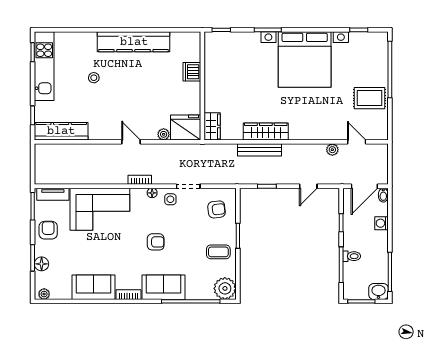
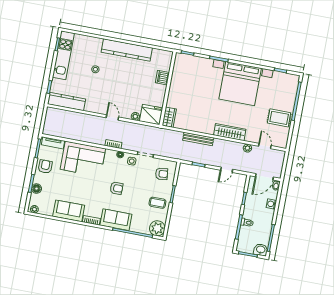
wardrobe: (266, 132) -> (230, 132), moved

